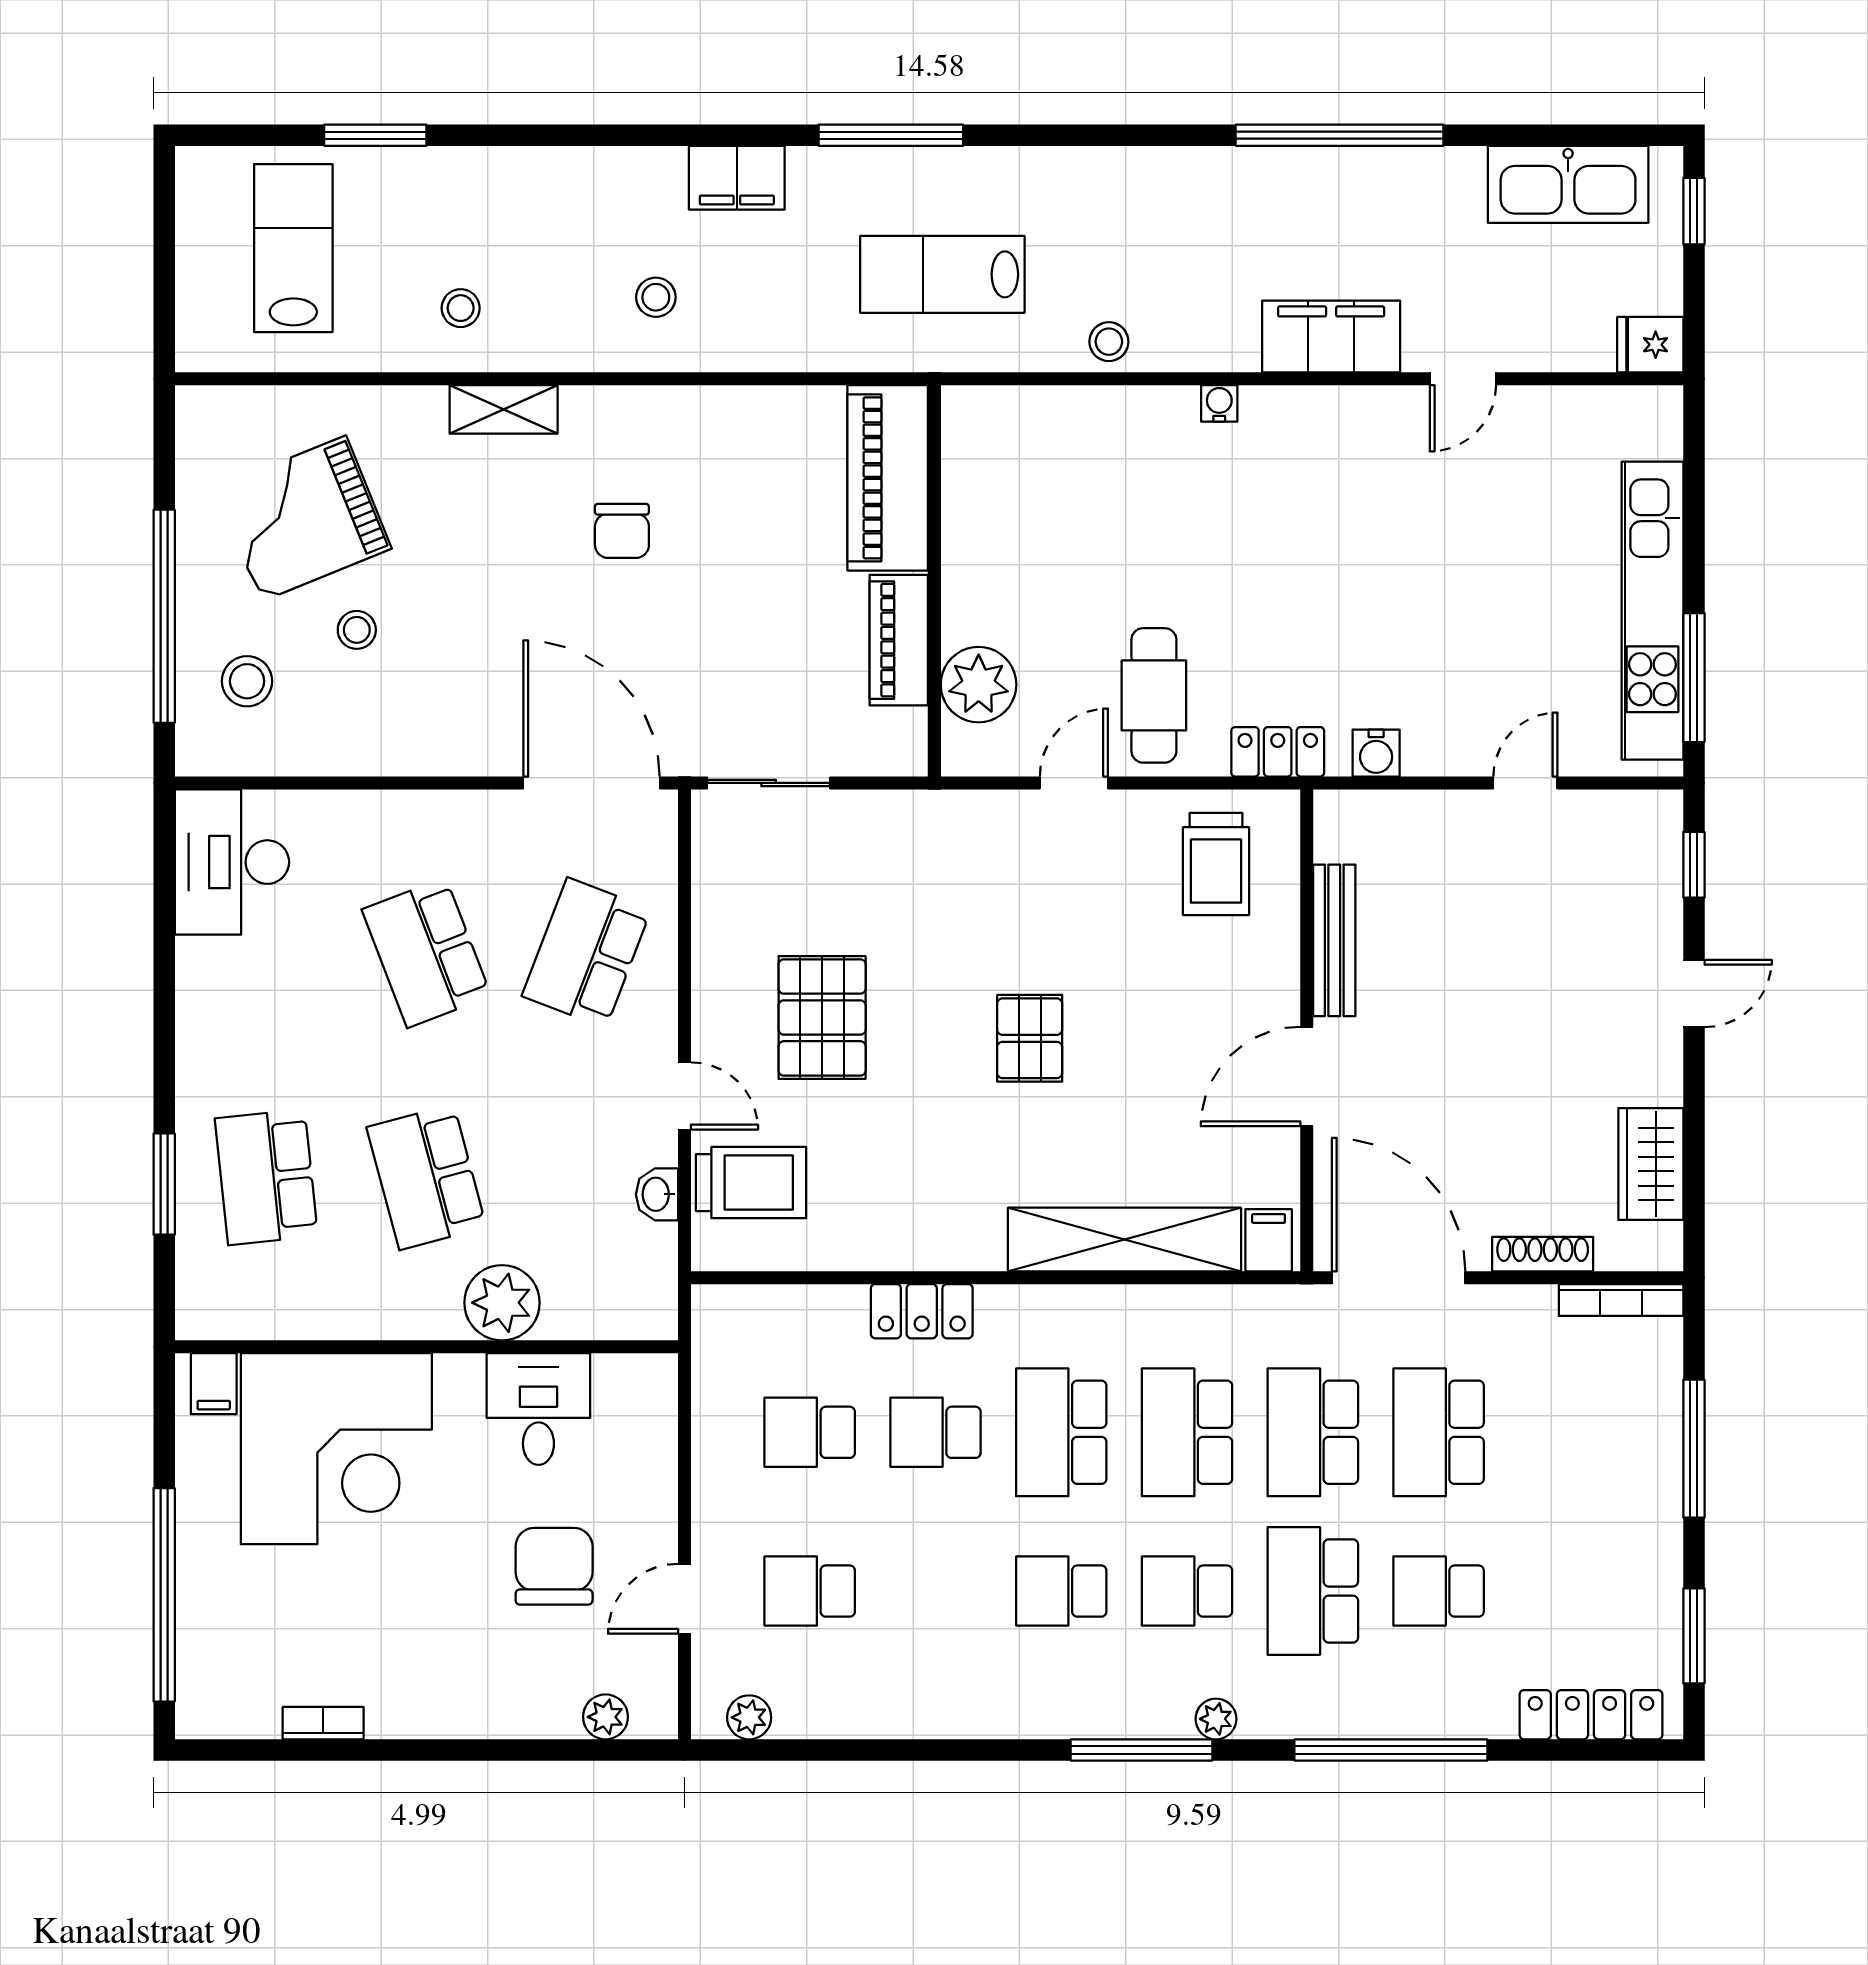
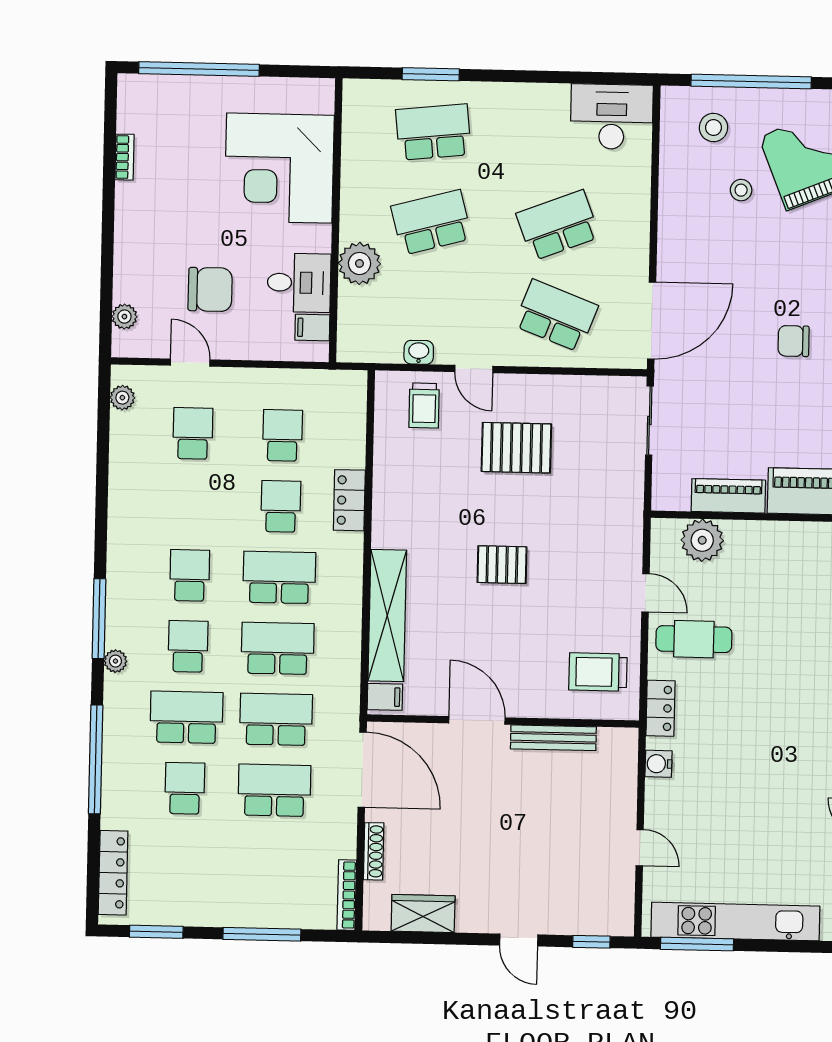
door: (684, 1096) -> (474, 369), hinge flipped
trolley: (751, 1183) -> (424, 406), width x0.73, depth x0.72
door: (1399, 1278) -> (362, 770), hinge flipped
filing cabinet: (214, 1384) -> (312, 328), moved

